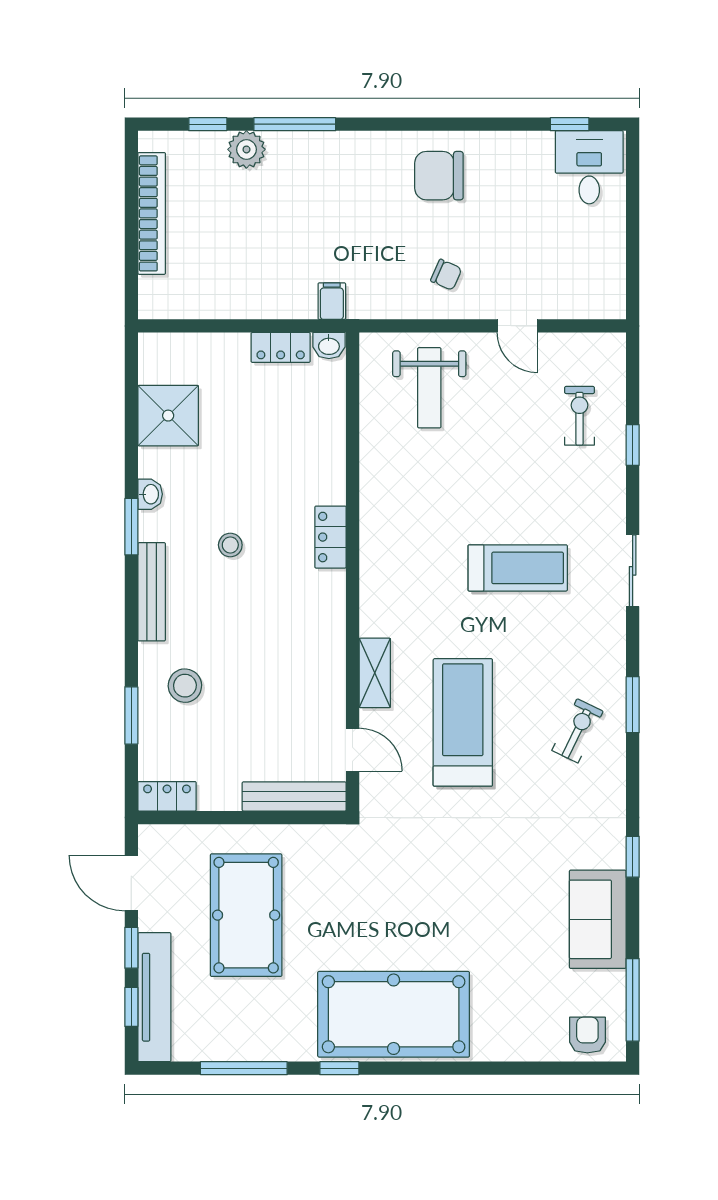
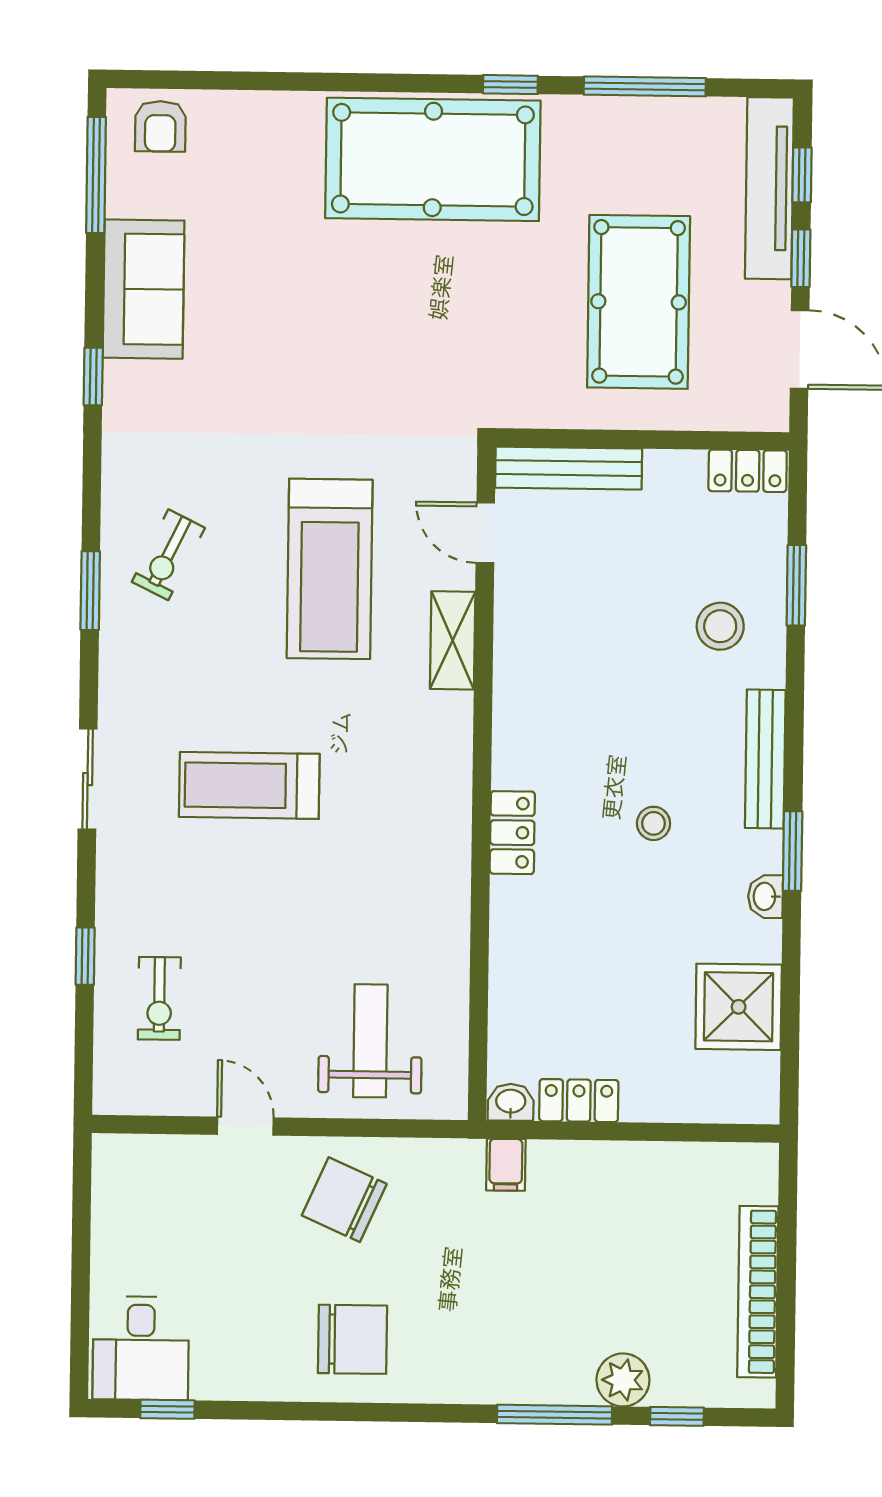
chair: (446, 275) -> (344, 1200), width x1.87, depth x1.87

